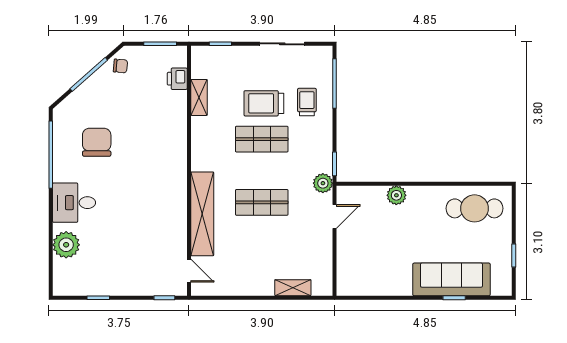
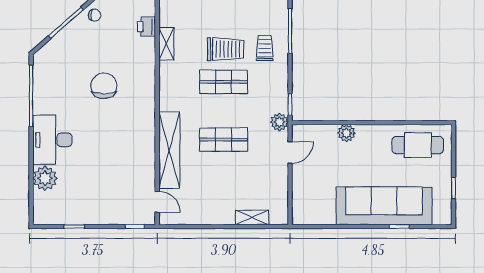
trolley: (264, 103) -> (226, 49), turned 180
chair: (97, 142) -> (104, 86), moved
desk: (74, 203) -> (52, 140), width x1.37
sofa: (451, 279) -> (384, 206), width x1.36, depth x1.27

